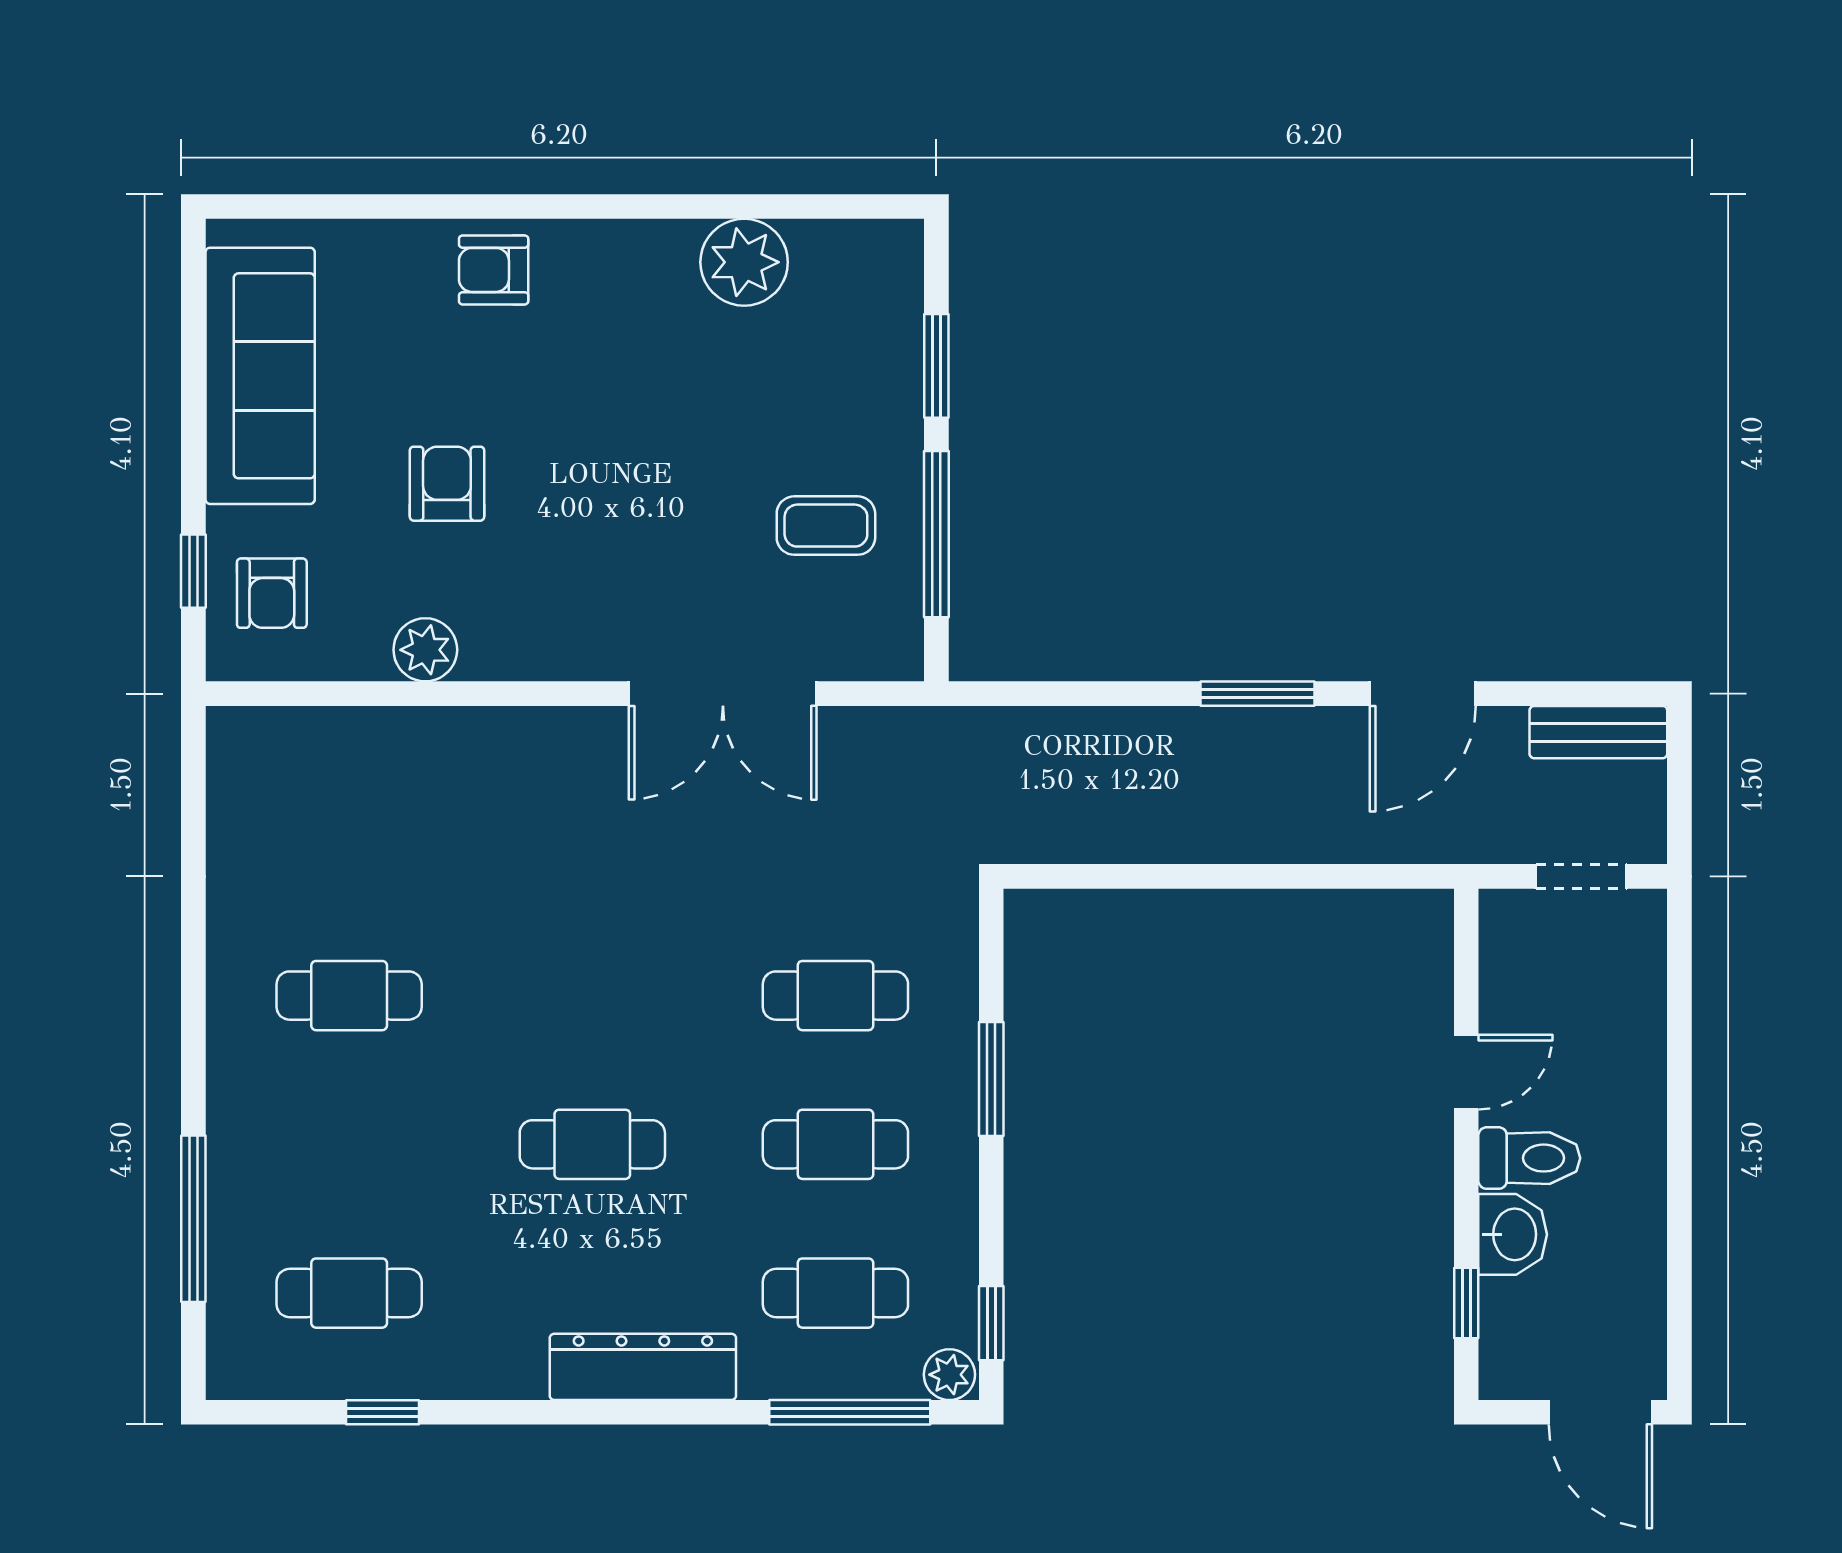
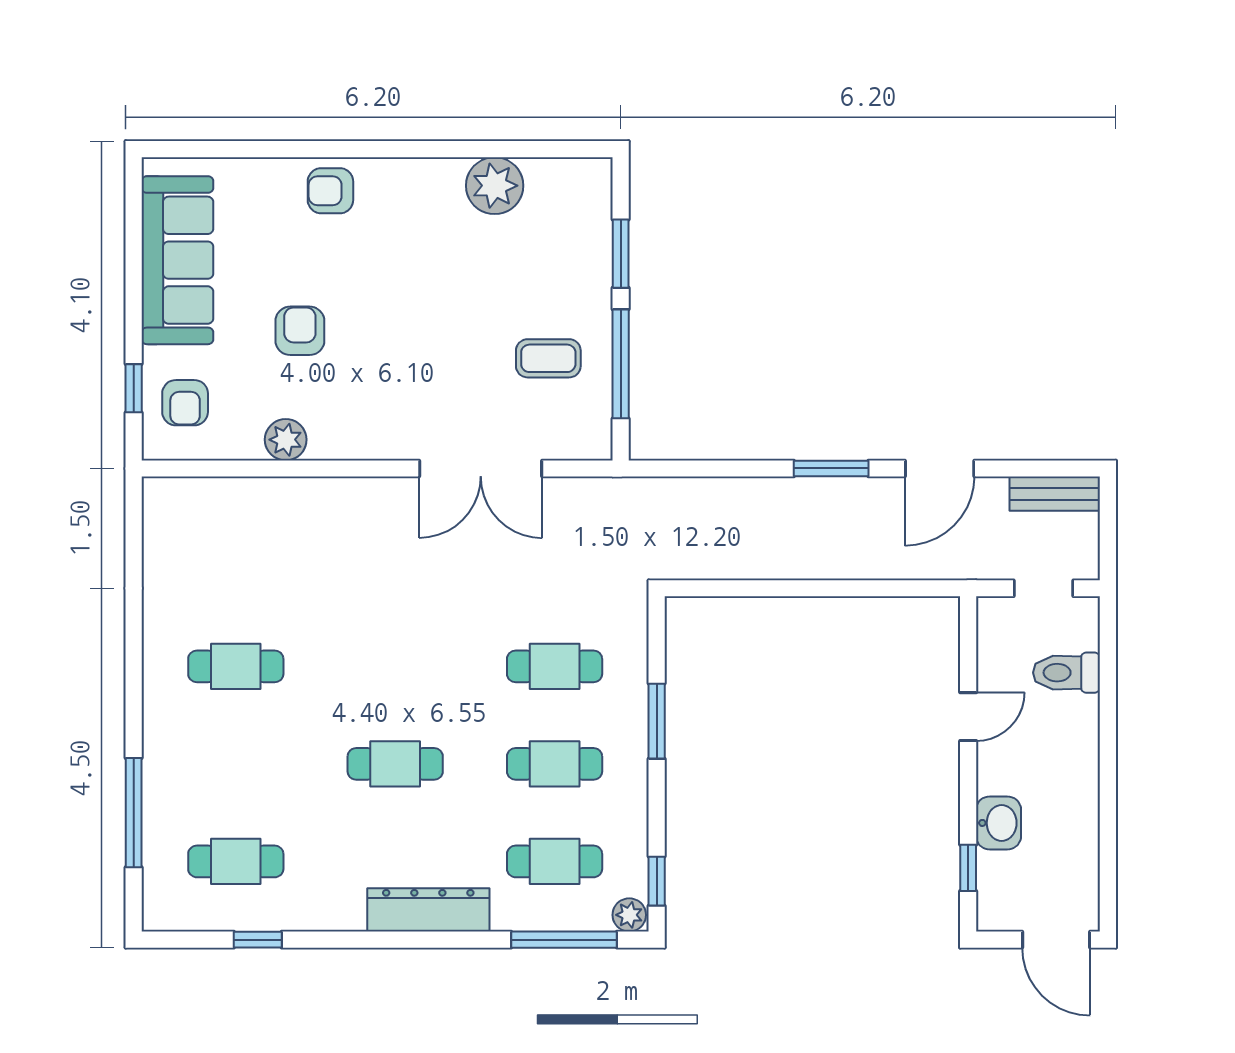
toilet: (1529, 1158) -> (1066, 673), moved, turned 180

